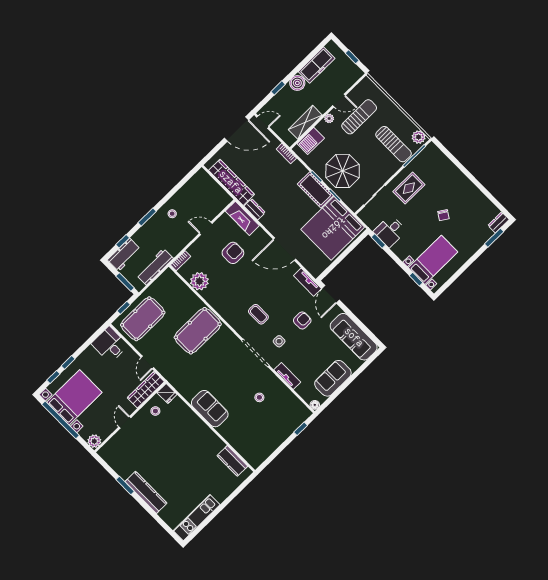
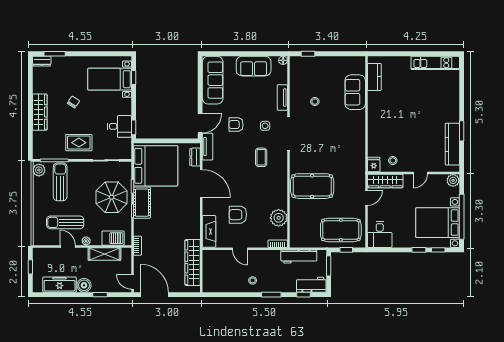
wardrobe: (462, 182) -> (40, 112), added
dresser: (255, 209) -> (195, 157), moved
sofa: (210, 409) -> (355, 92), moved
kitchen counter: (146, 492) -> (452, 144), moved

